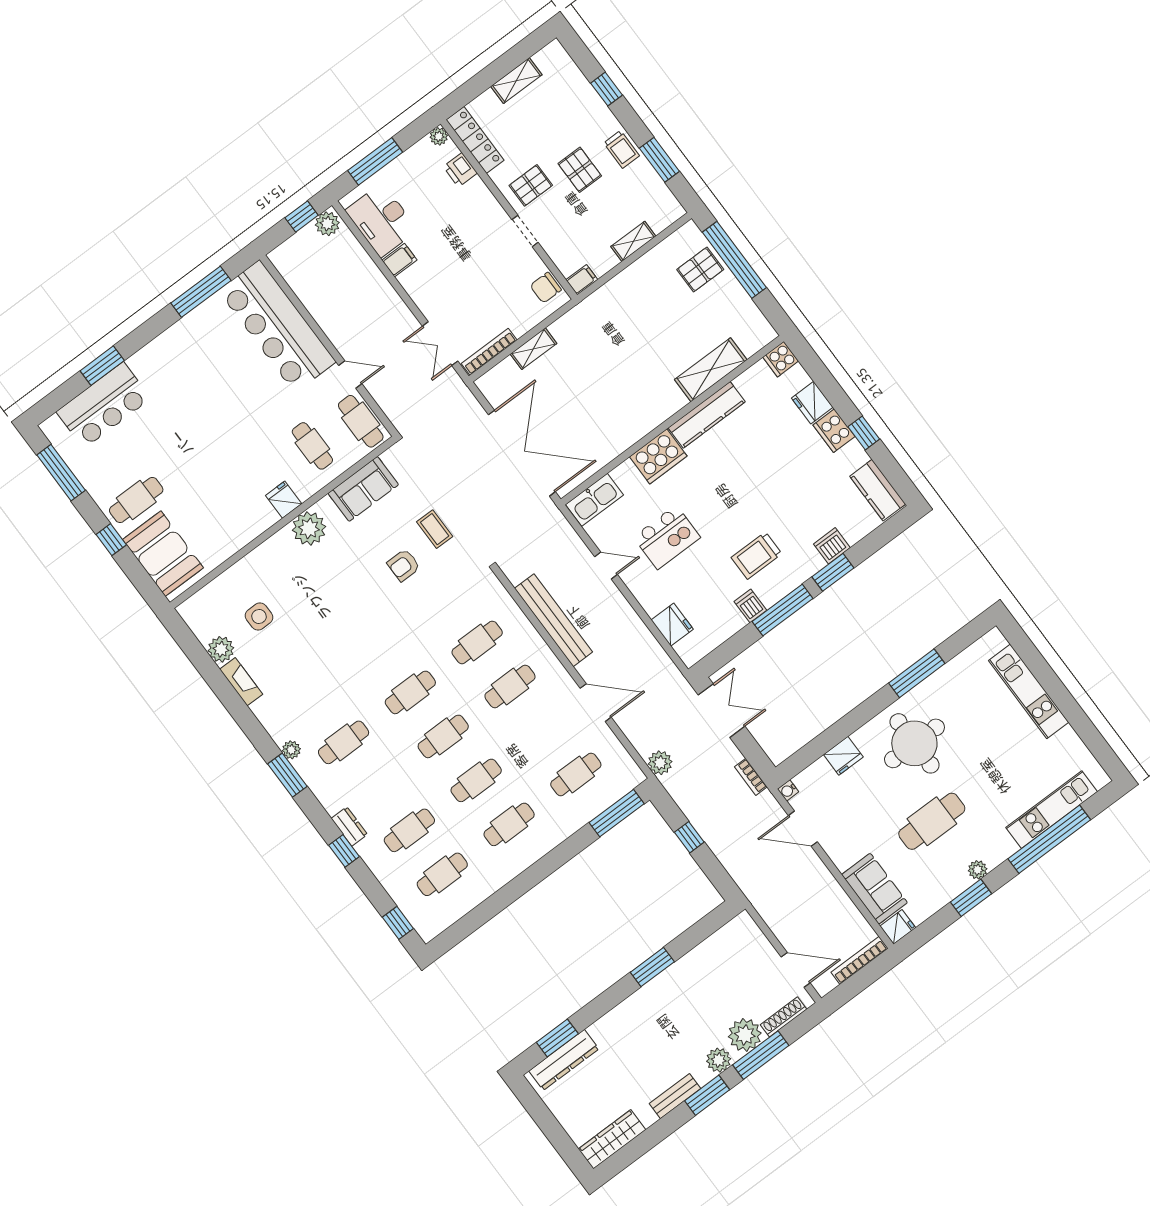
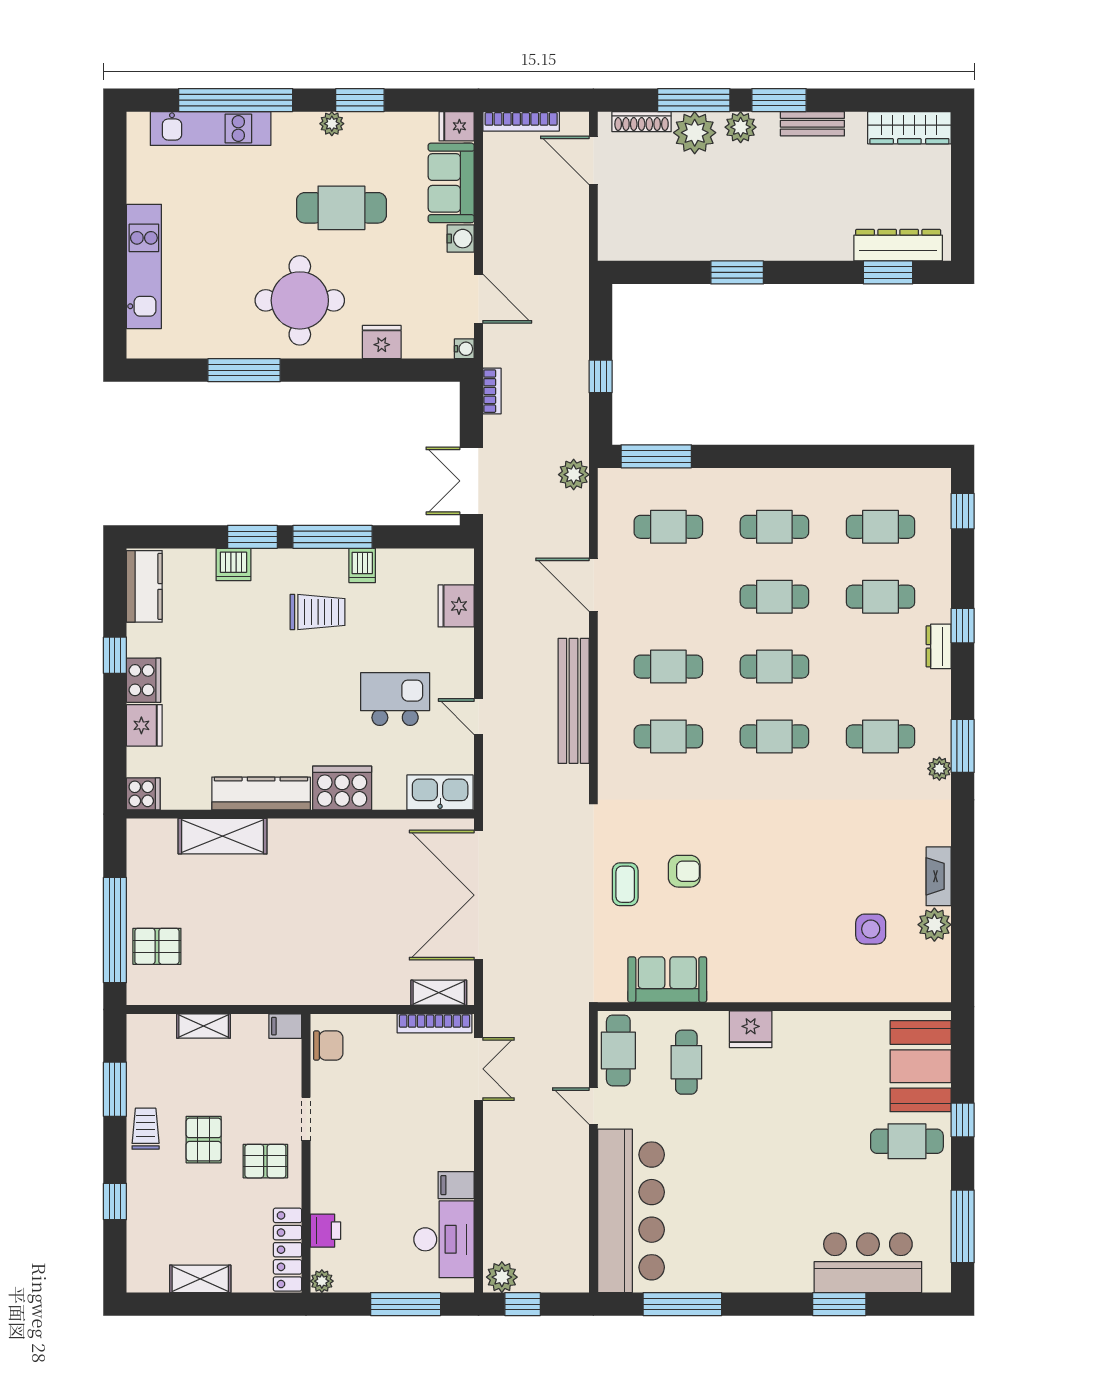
shelving: (533, 349) -> (439, 993), moved
fridge: (284, 500) -> (751, 1029), width x1.38
plant: (309, 528) -> (753, 981), removed
water cooler: (842, 858) -> (461, 239), added

